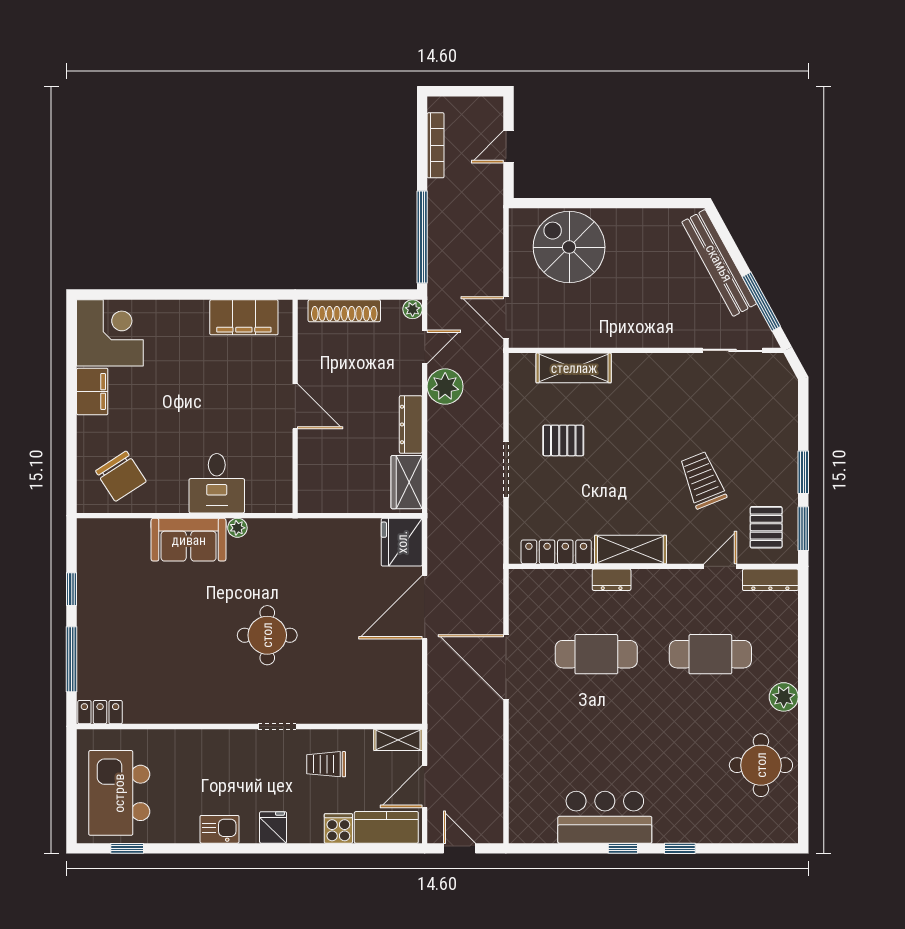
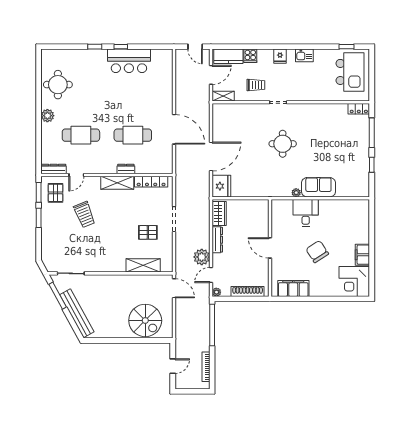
chair: (121, 476) -> (317, 252), moved

